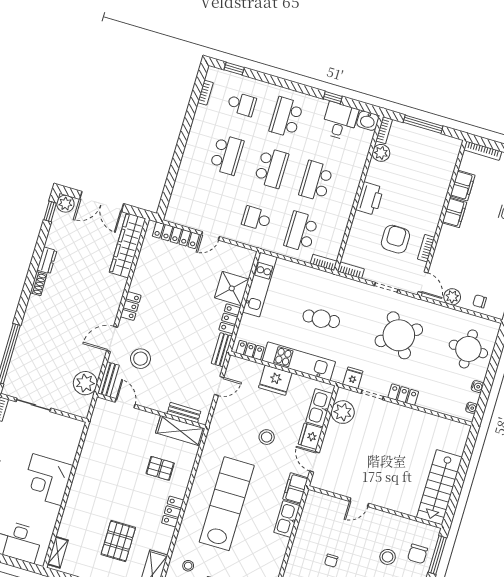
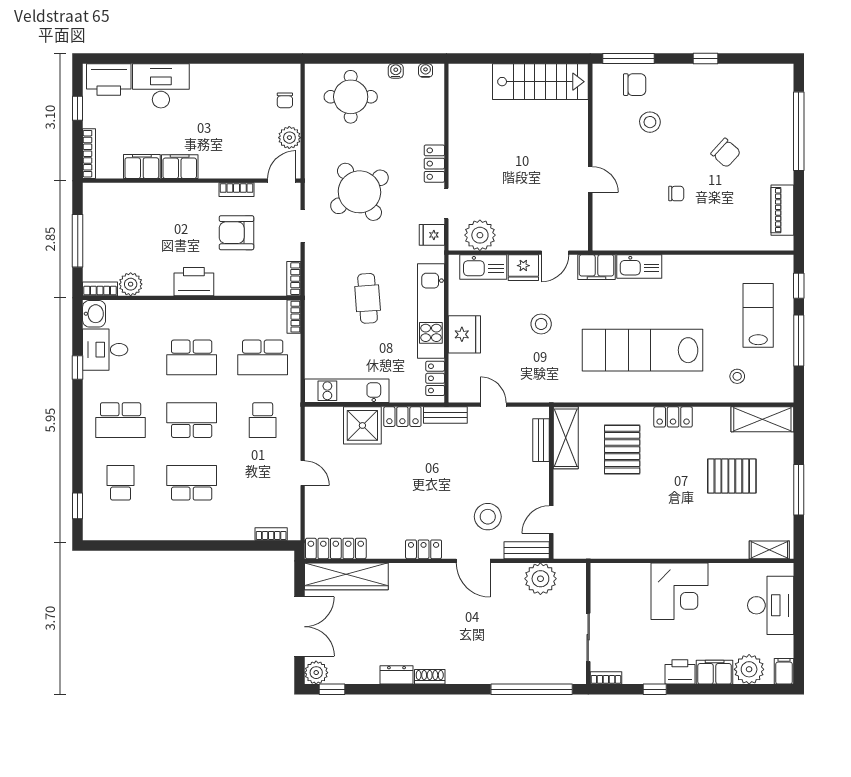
bookcase: (205, 93) -> (271, 534), moved
locker: (176, 235) -> (336, 548), moved, turned -90
pallet: (160, 468) -> (622, 450), width x1.50, depth x1.42

